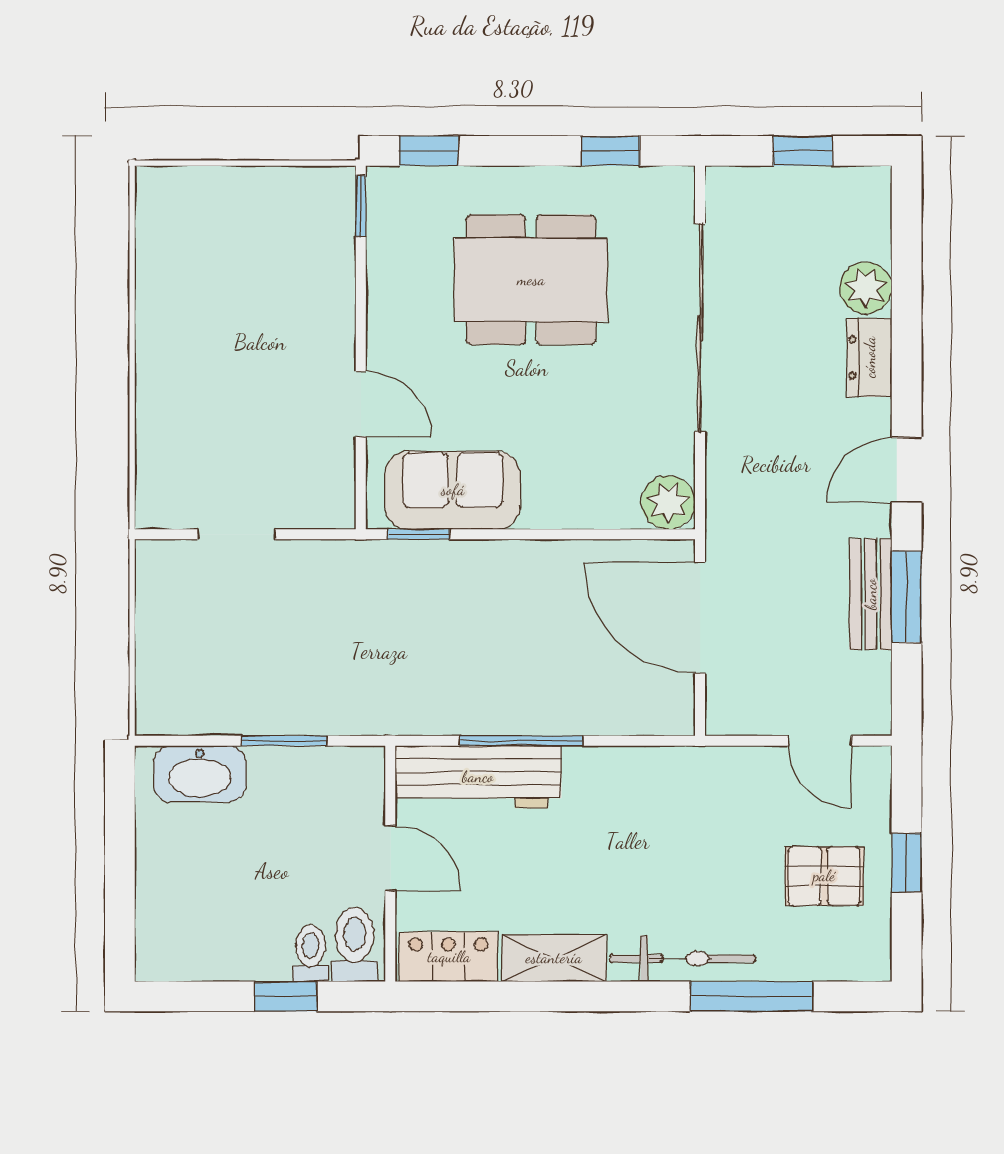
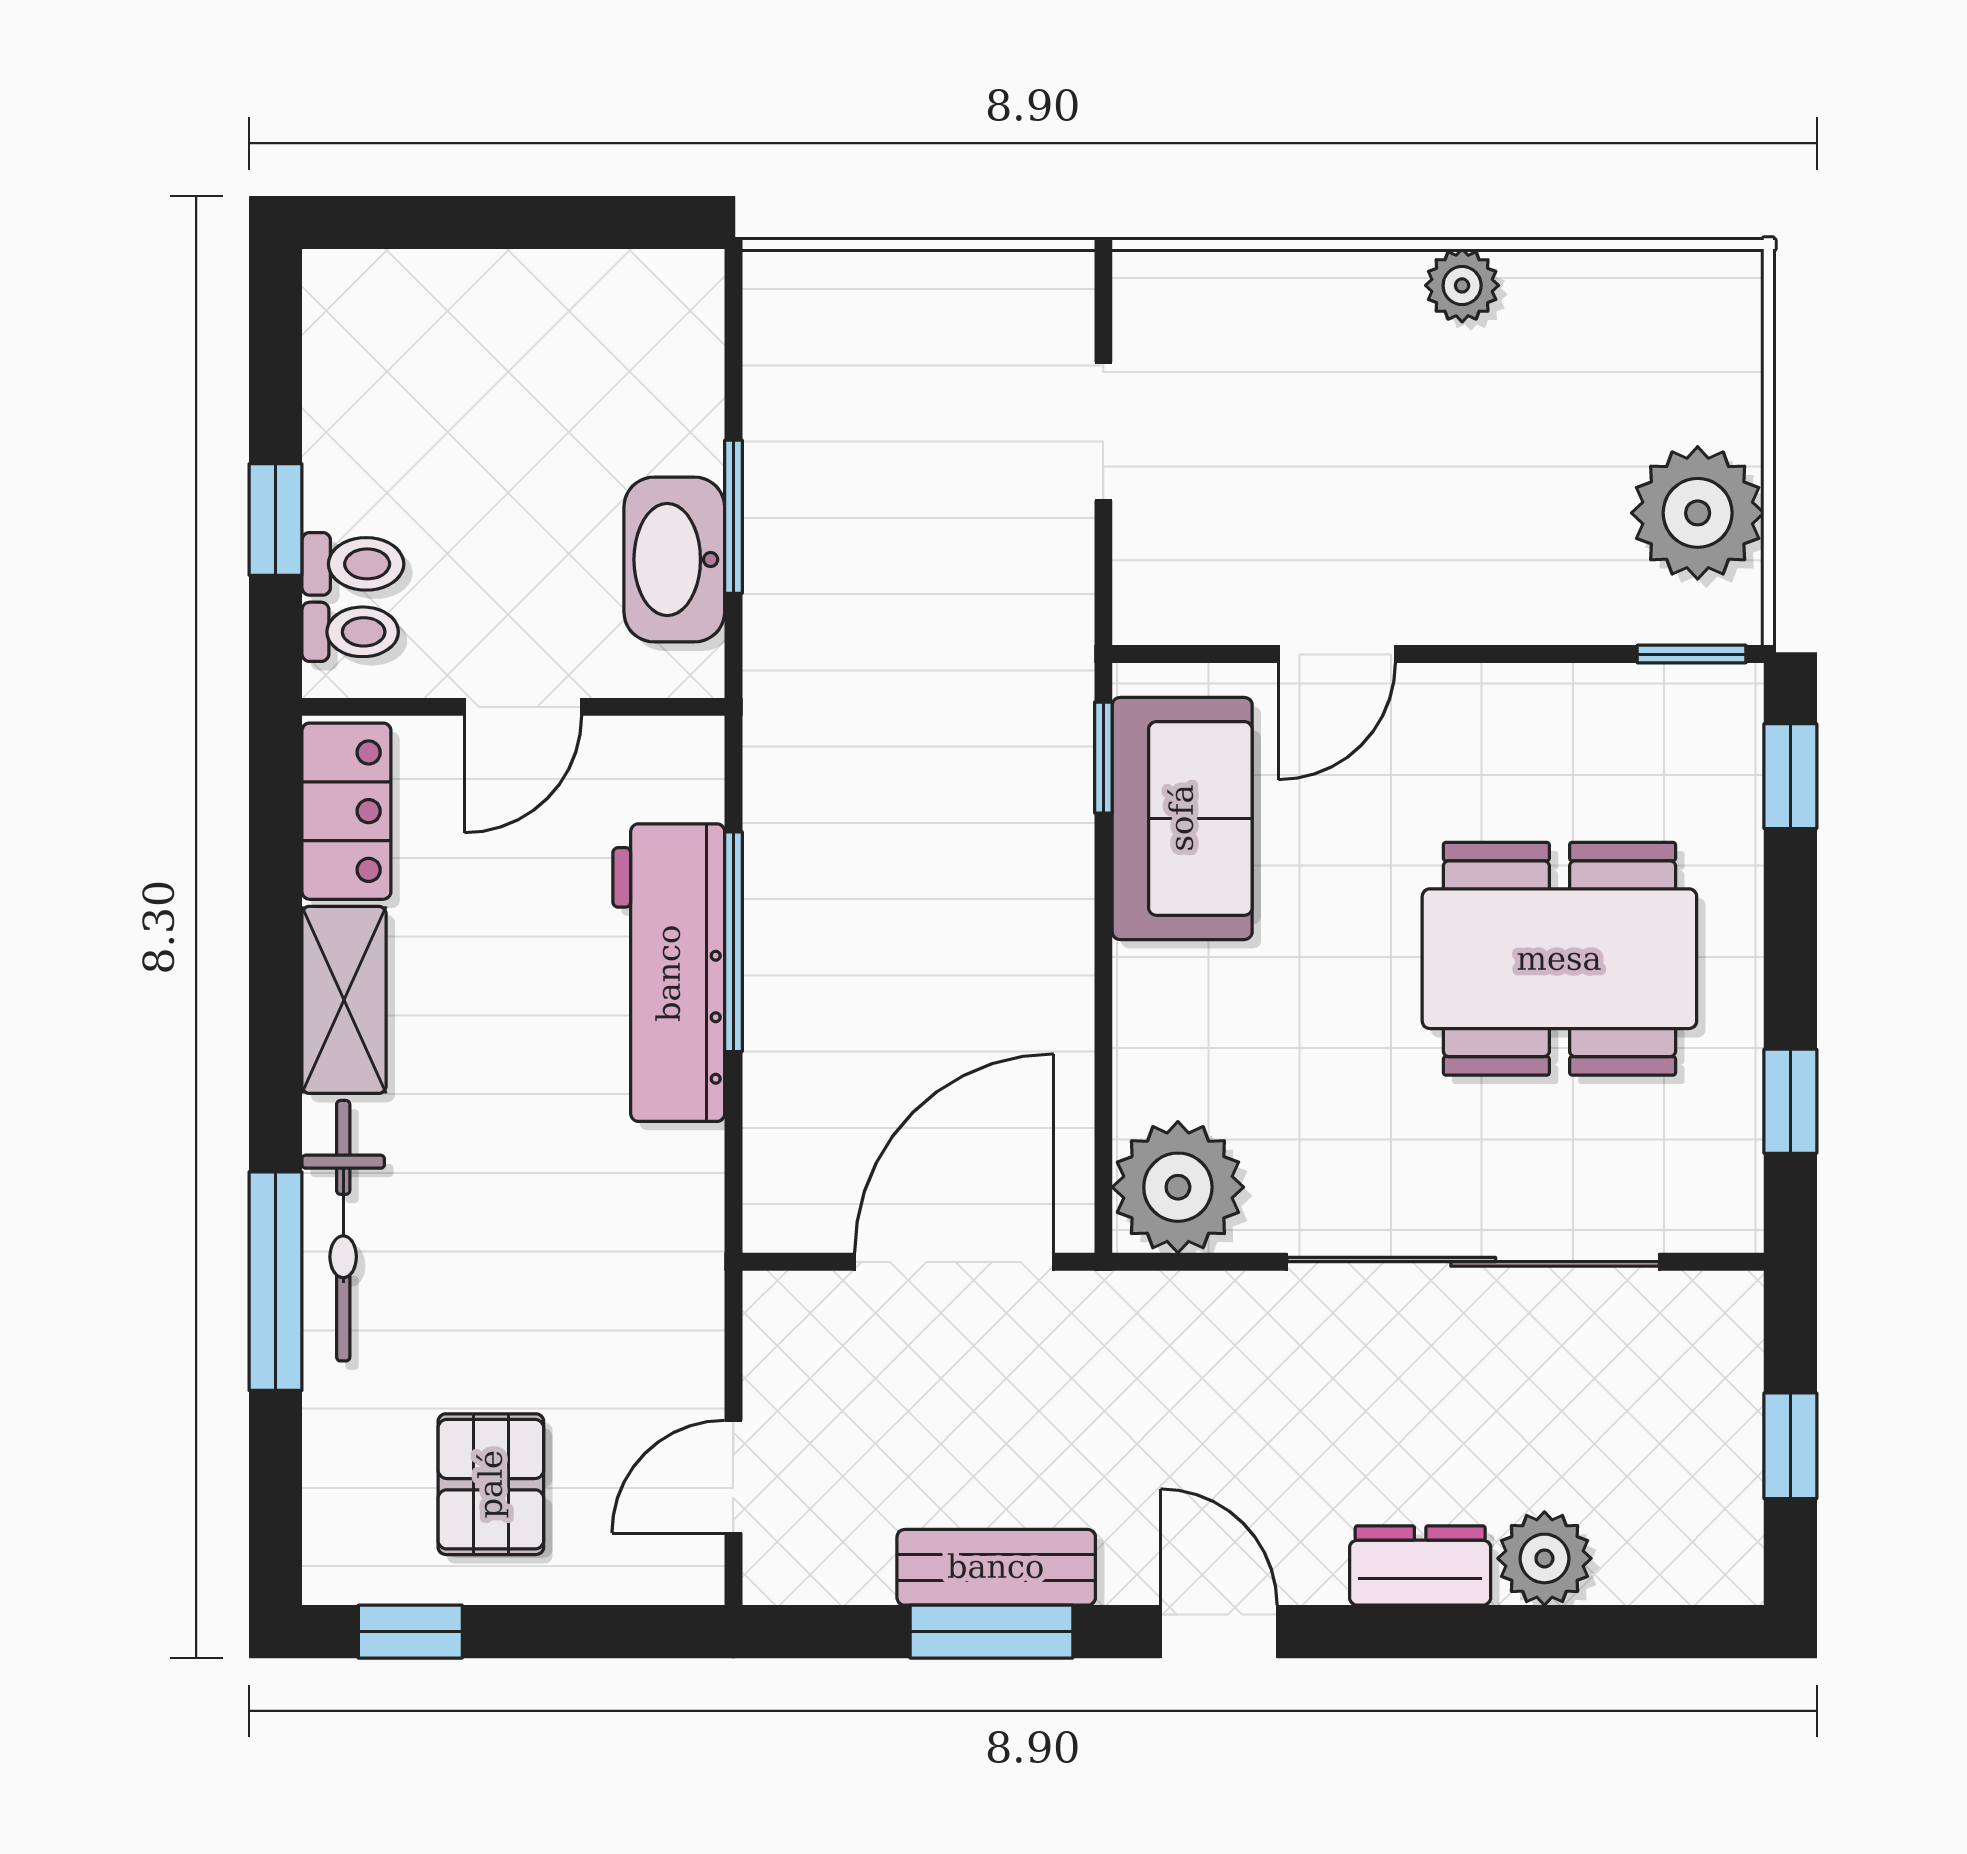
plant: (282, 203) -> (1698, 513), added
dining table: (531, 280) -> (1559, 959), turned 90
plant: (155, 334) -> (1462, 285), added
plant: (668, 502) -> (1178, 1187), width x1.36, depth x1.36
washbasin: (200, 774) -> (674, 560), moved
workbench: (478, 777) -> (669, 973), moved
window: (907, 863) -> (410, 1632), moved
toilet: (355, 944) -> (350, 632), width x0.73, depth x0.72
window: (752, 996) -> (275, 1281), moved

